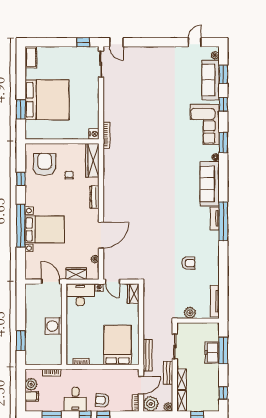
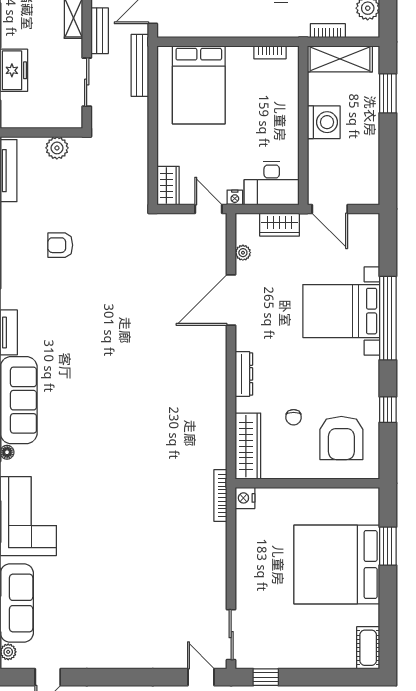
shelving: (45, 358) -> (340, 59), added

